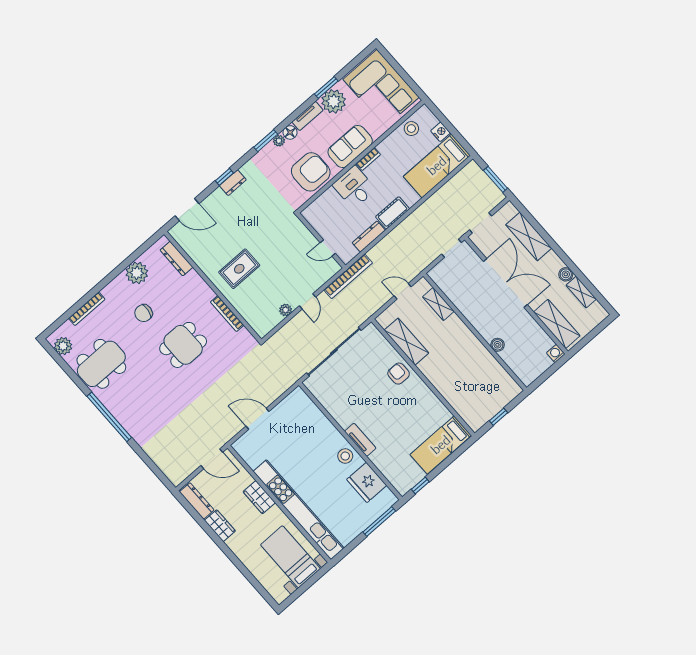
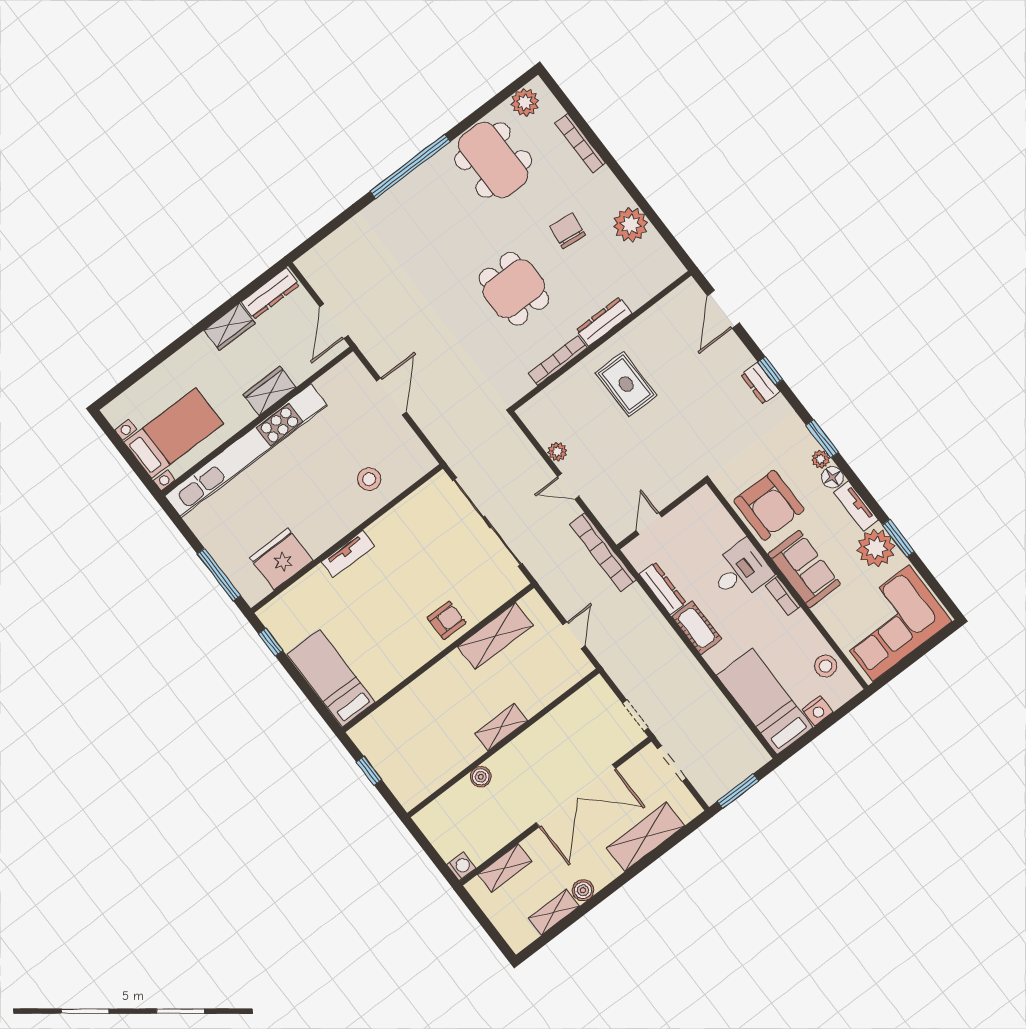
dresser: (176, 259) -> (604, 322), moved
shelving: (438, 304) -> (501, 727), moved
shelving: (557, 324) -> (505, 868), width x0.67, depth x0.75
stool: (345, 456) -> (369, 479), moved

